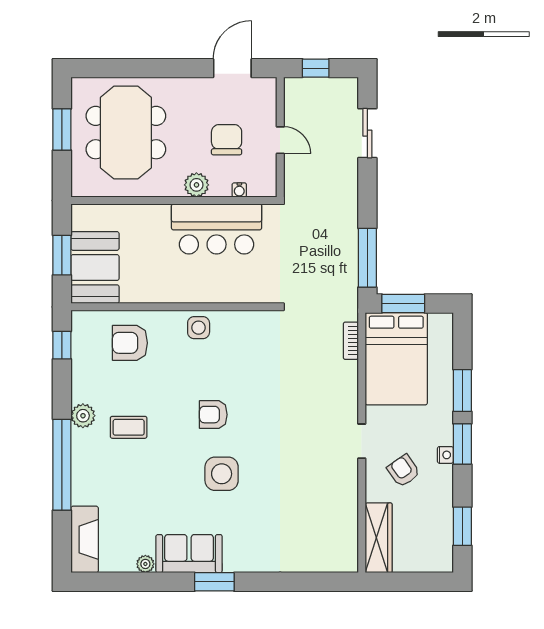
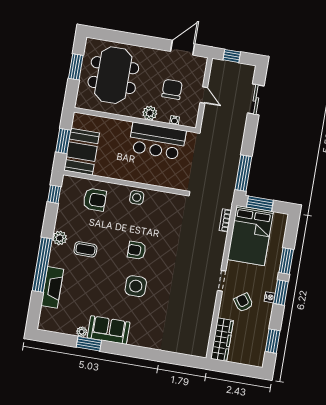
armchair: (130, 343) -> (95, 200), turned 180
fireplace: (85, 539) -> (52, 287), moved
window: (214, 582) -> (89, 344), moved

